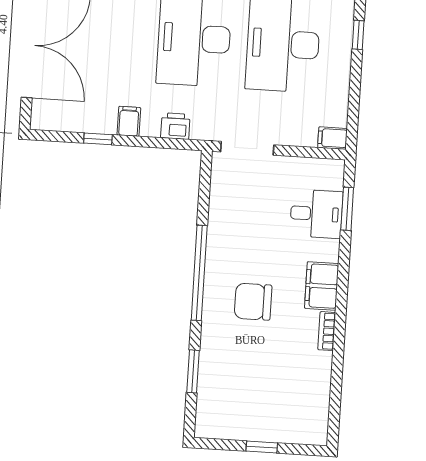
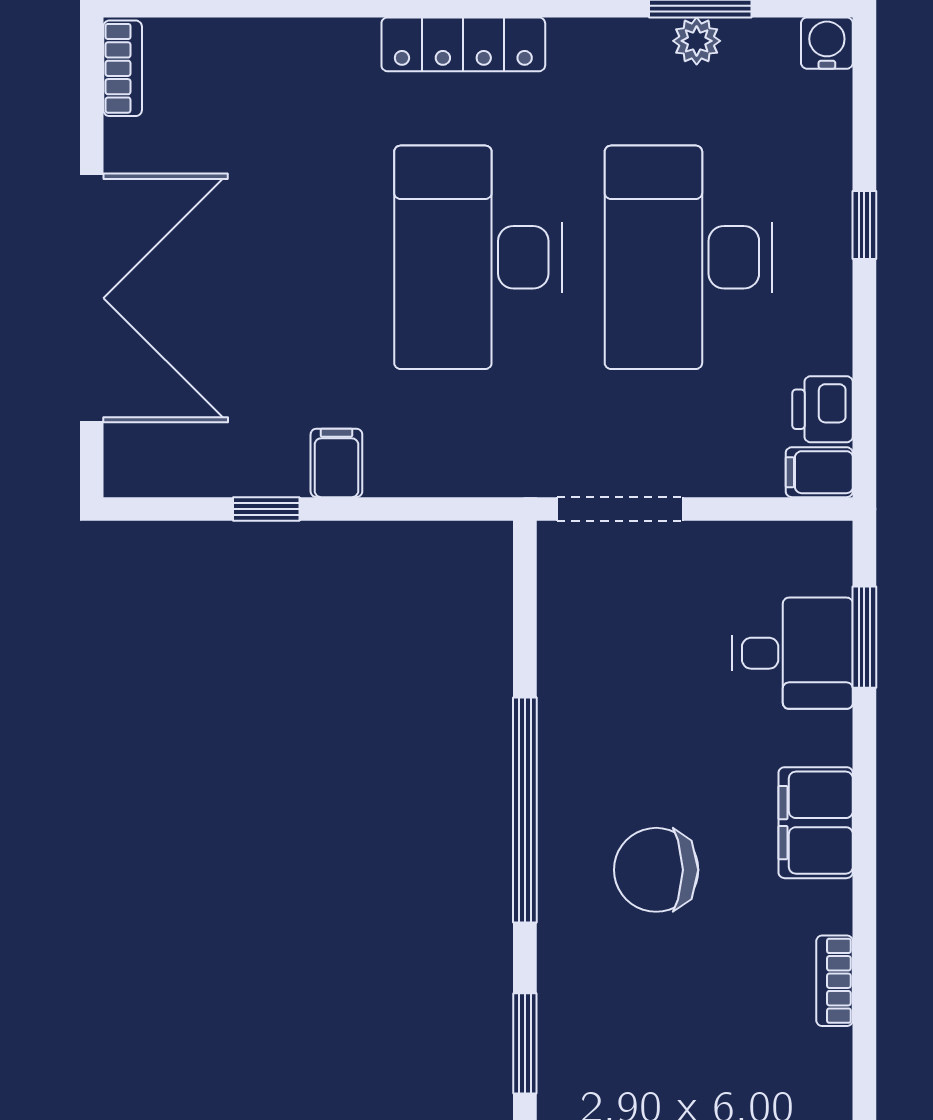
printer: (175, 126) -> (823, 409), moved, turned -90
bookcase: (327, 331) -> (835, 981), moved

